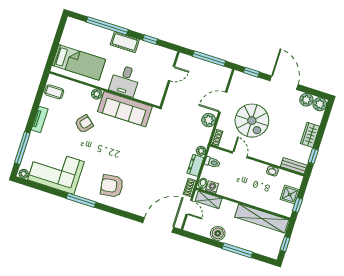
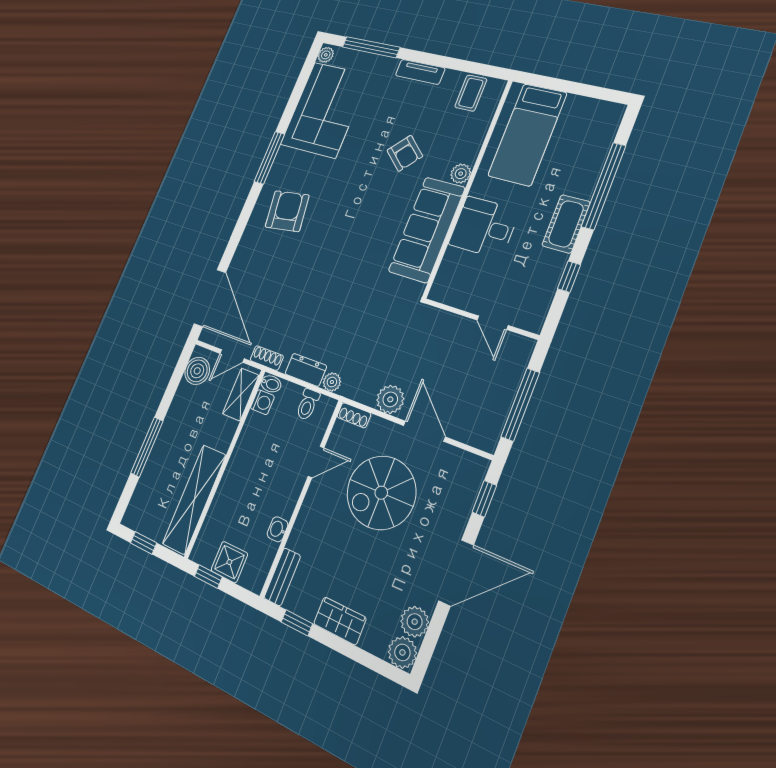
boiler: (218, 233) -> (197, 371), moved

